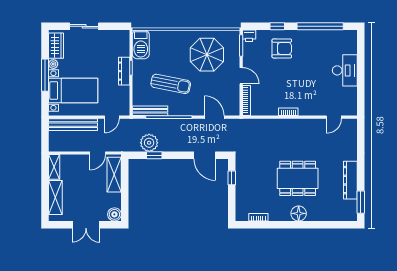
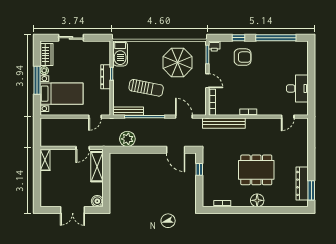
desk: (345, 70) -> (297, 88), moved
bench: (73, 125) -> (224, 123), moved
window: (154, 155) -> (132, 150), removed
dresser: (350, 180) -> (302, 183), moved
shelving: (55, 197) -> (46, 186), removed

